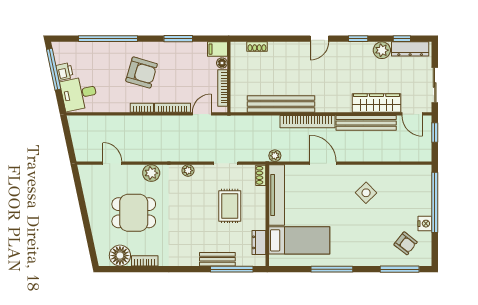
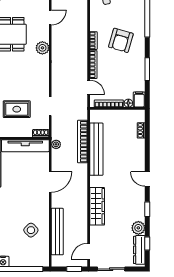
wardrobe: (377, 103) -> (97, 206), moved
bookcase: (308, 122) -> (83, 142), moved
bench: (366, 123) -> (57, 232), moved
plant: (188, 171) -> (44, 77), removed
side table: (366, 193) -> (31, 230), moved

